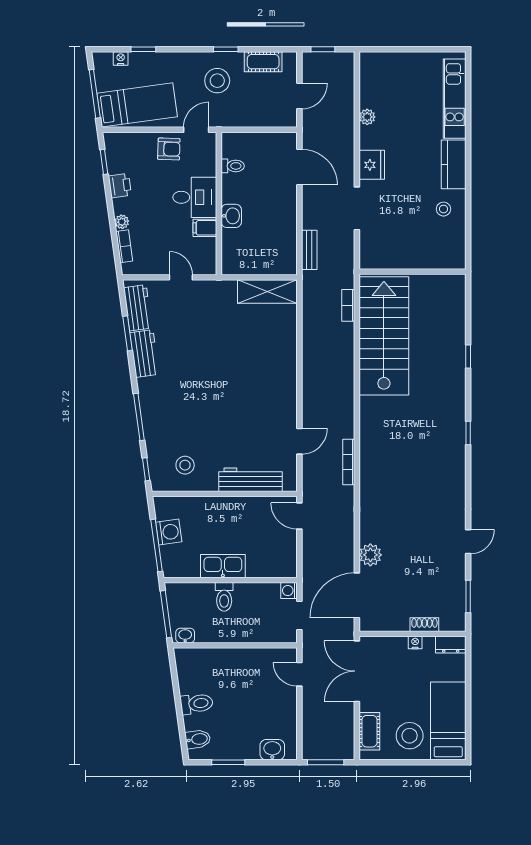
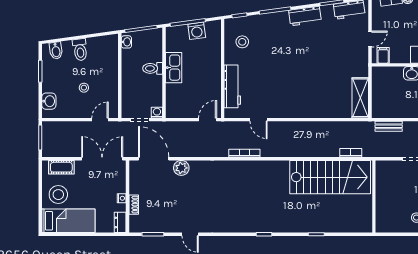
filing cabinet: (205, 228) -> (383, 55), moved
workbench: (144, 354) -> (305, 16), moved
stool: (252, 698) -> (84, 88), added

